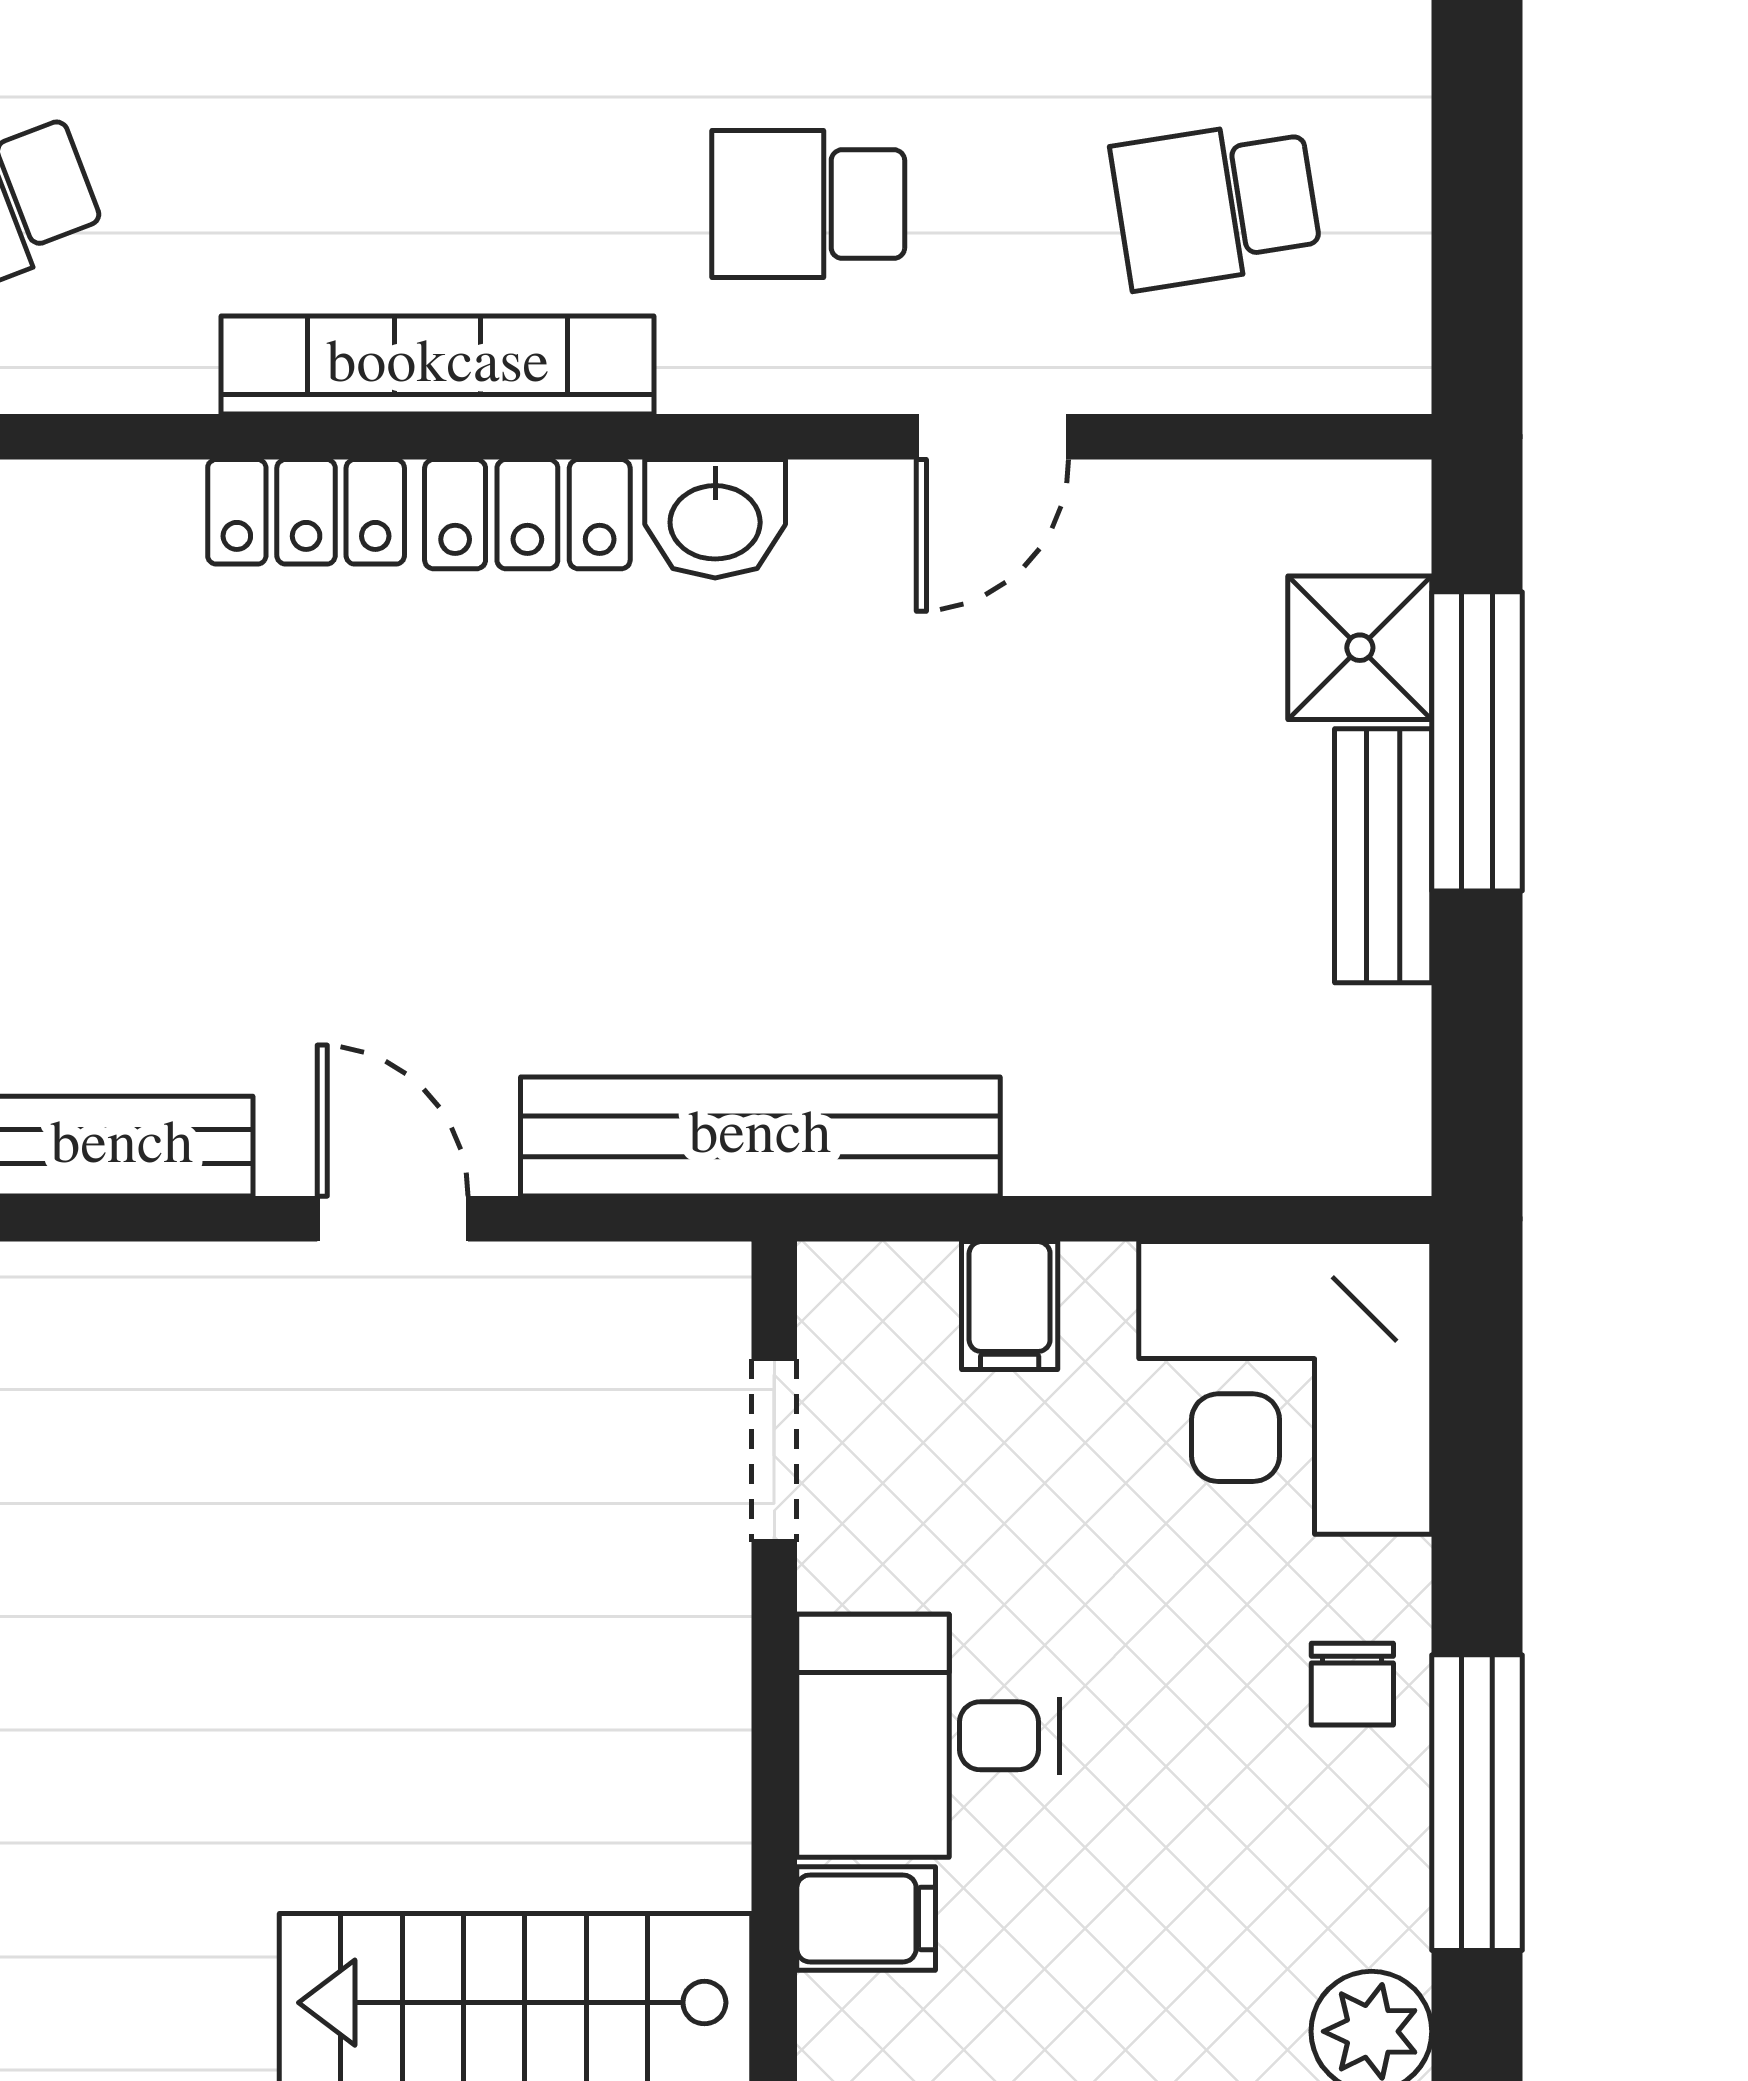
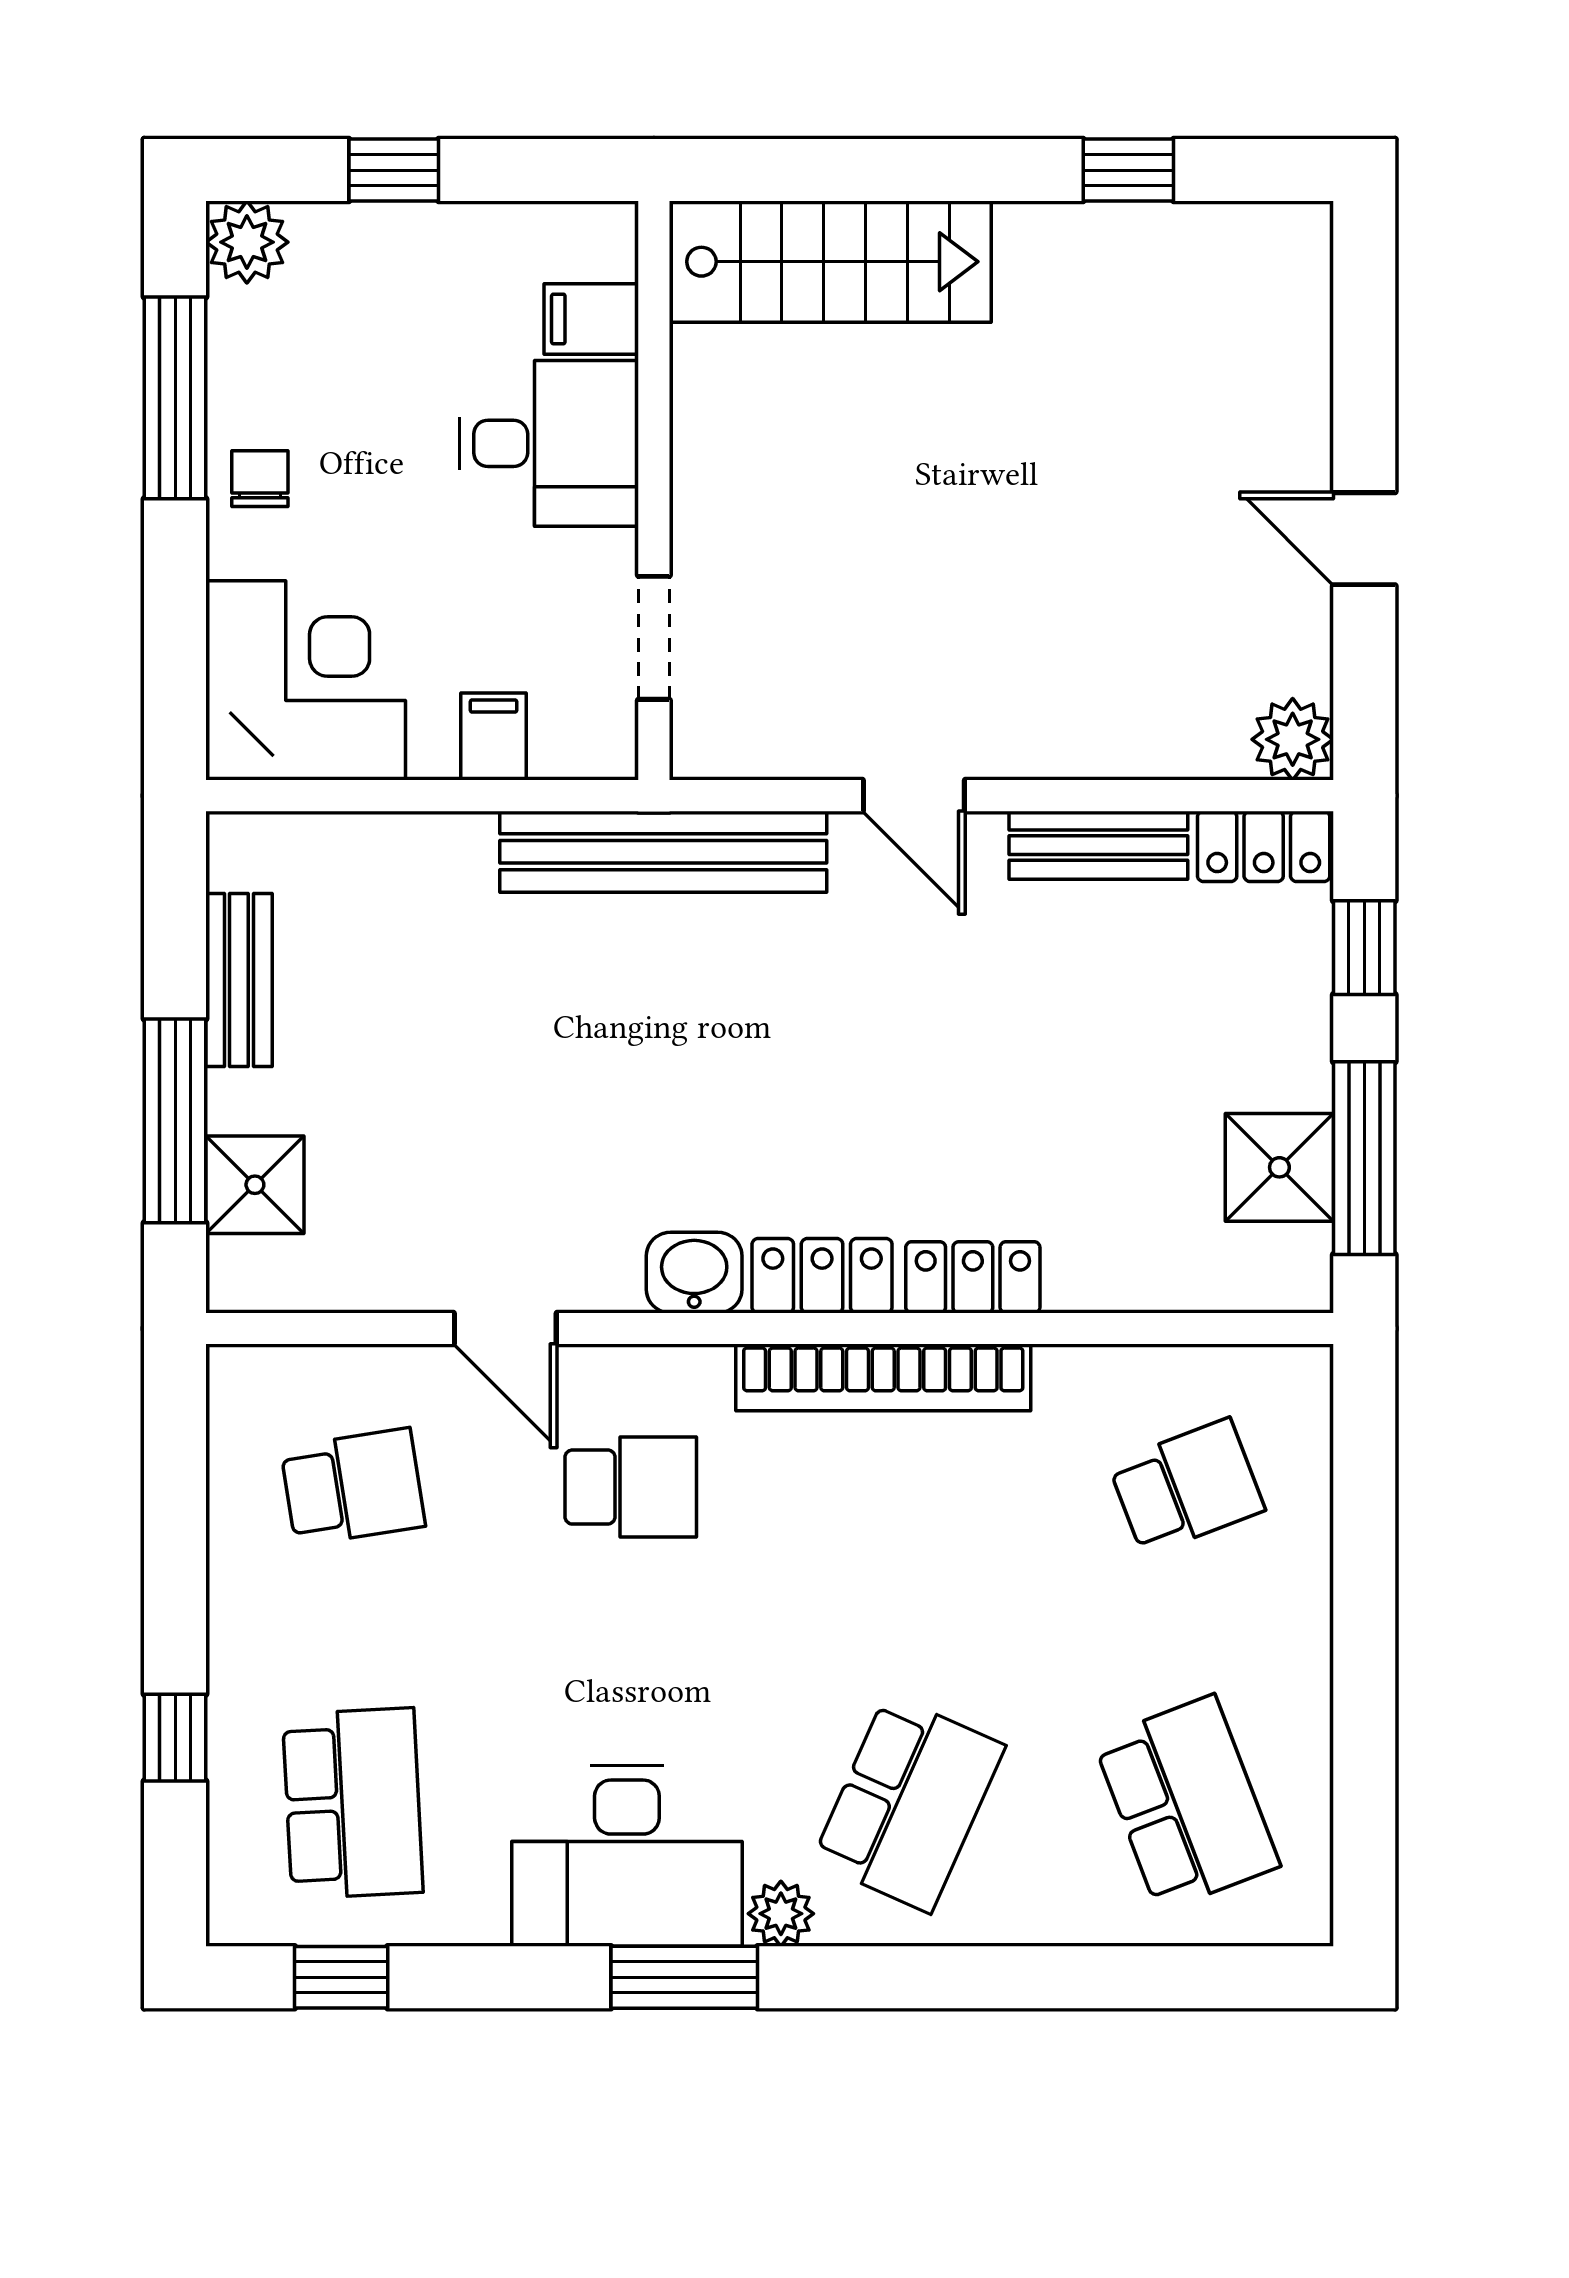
door: (992, 437) -> (505, 1329), swing flipped
bench: (1383, 856) -> (239, 980), moved

